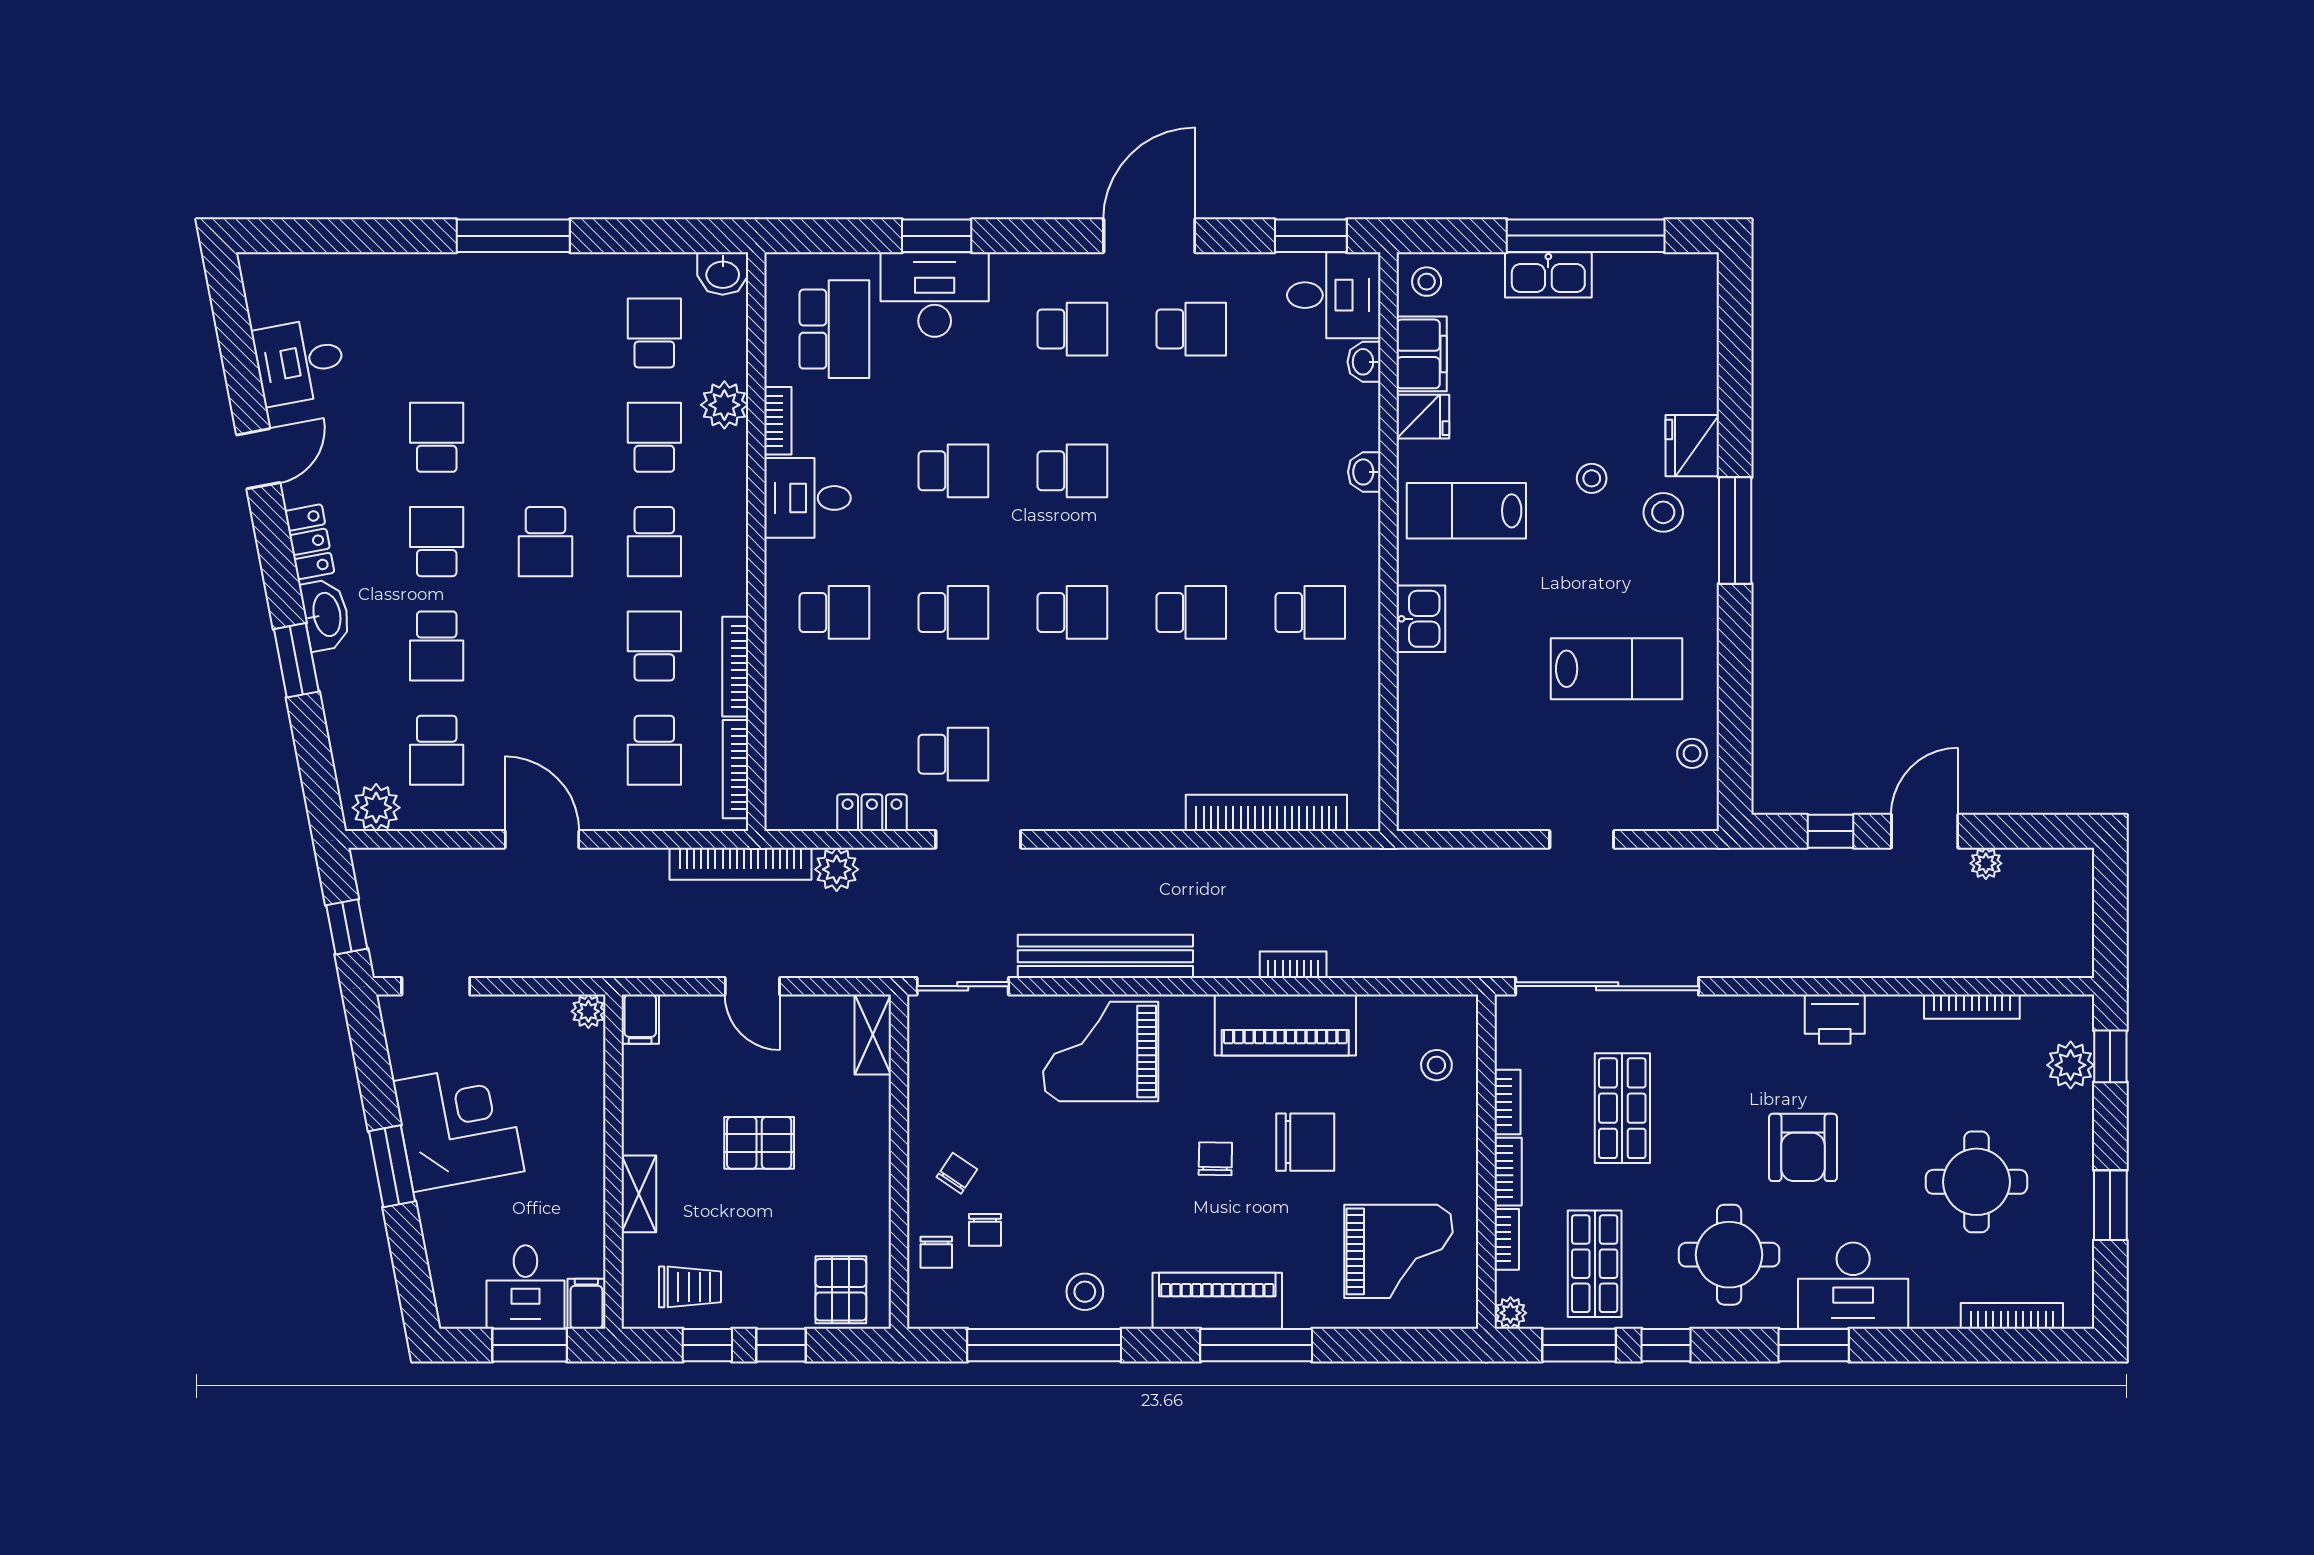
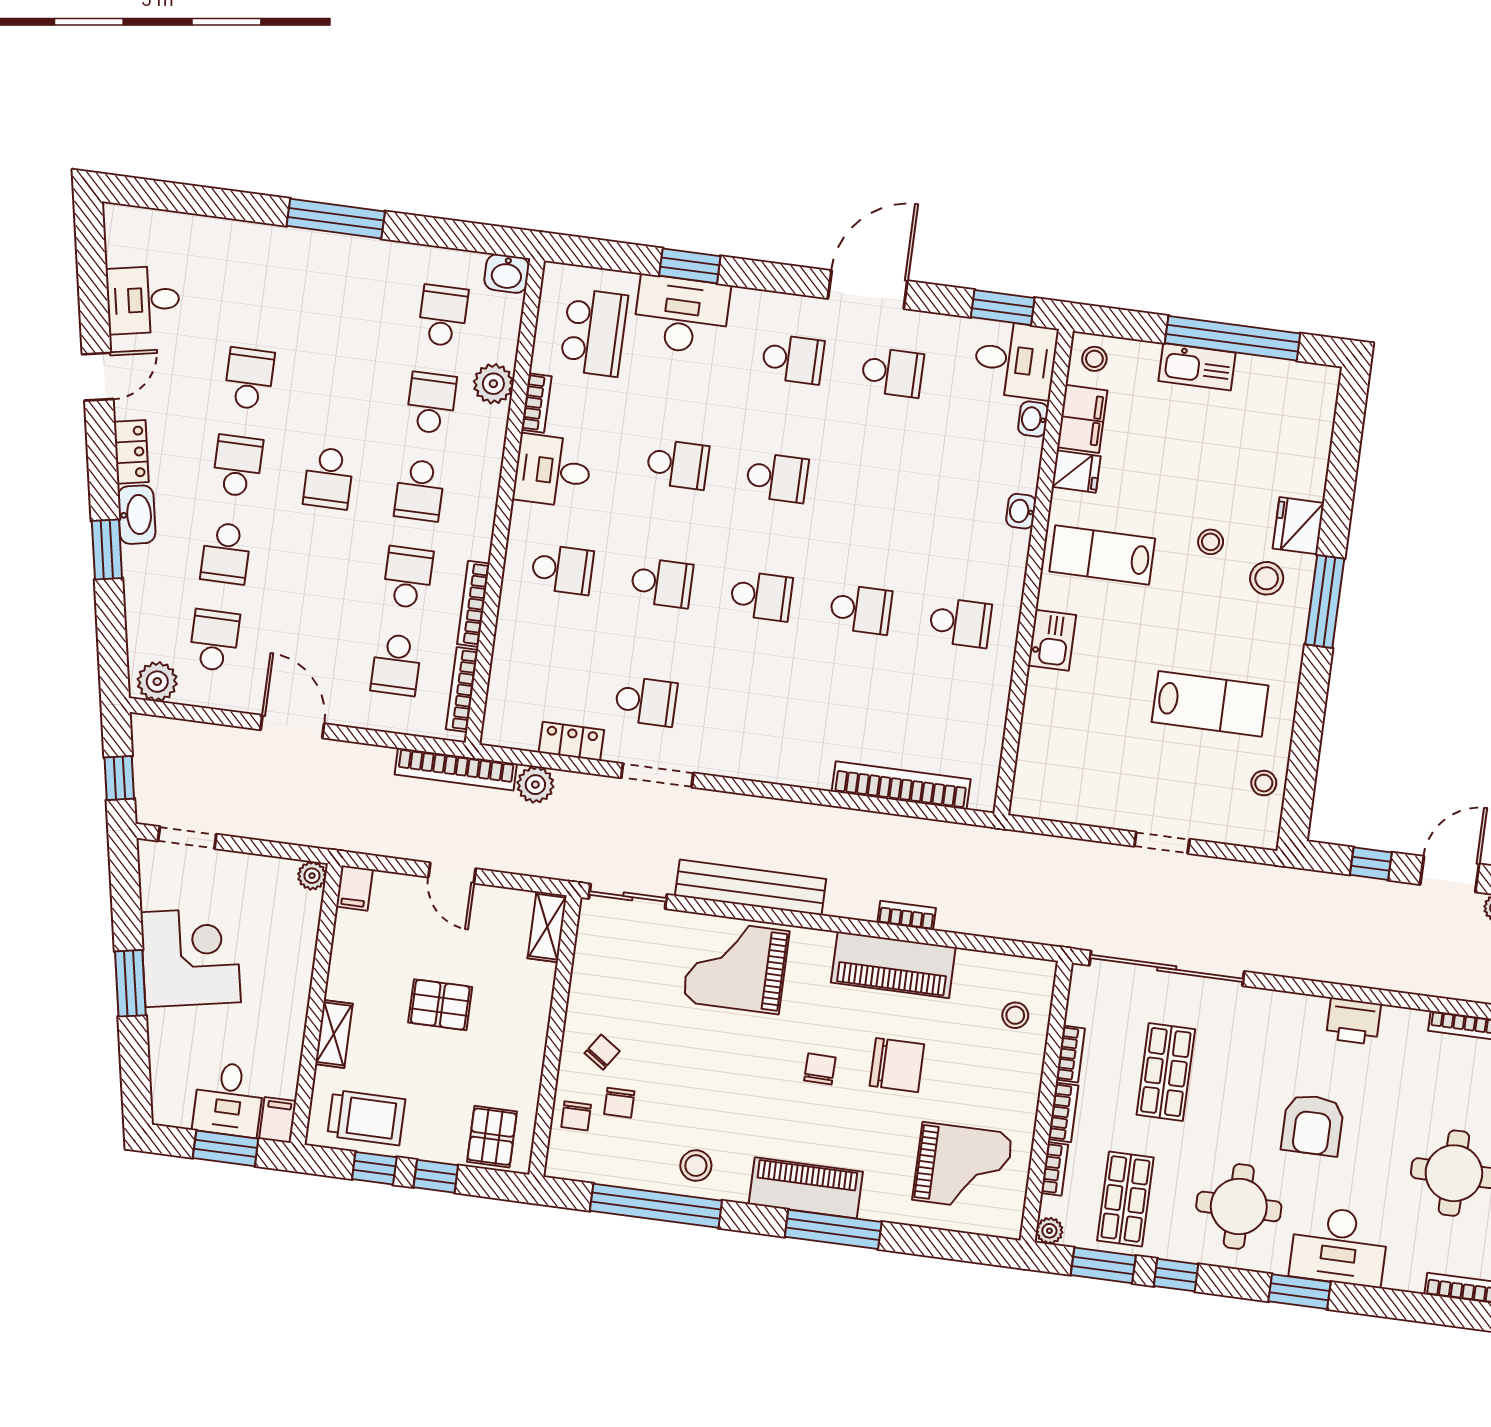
school desk: (437, 750) -> (214, 640), turned 180
trolley: (690, 1287) -> (366, 1117), width x1.36, depth x1.39

